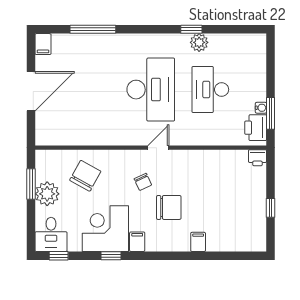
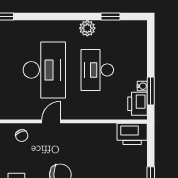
window: (191, 29) -> (111, 17), moved
printer: (257, 158) -> (132, 134), width x1.87, depth x1.48
chair: (143, 182) -> (22, 136), moved

